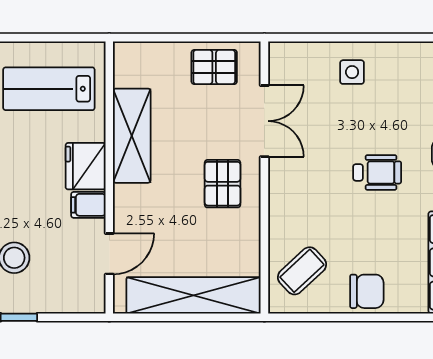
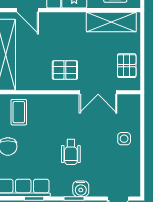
shelving: (132, 136) -> (111, 22), moved
coffee table: (302, 271) -> (19, 112), turned 43

